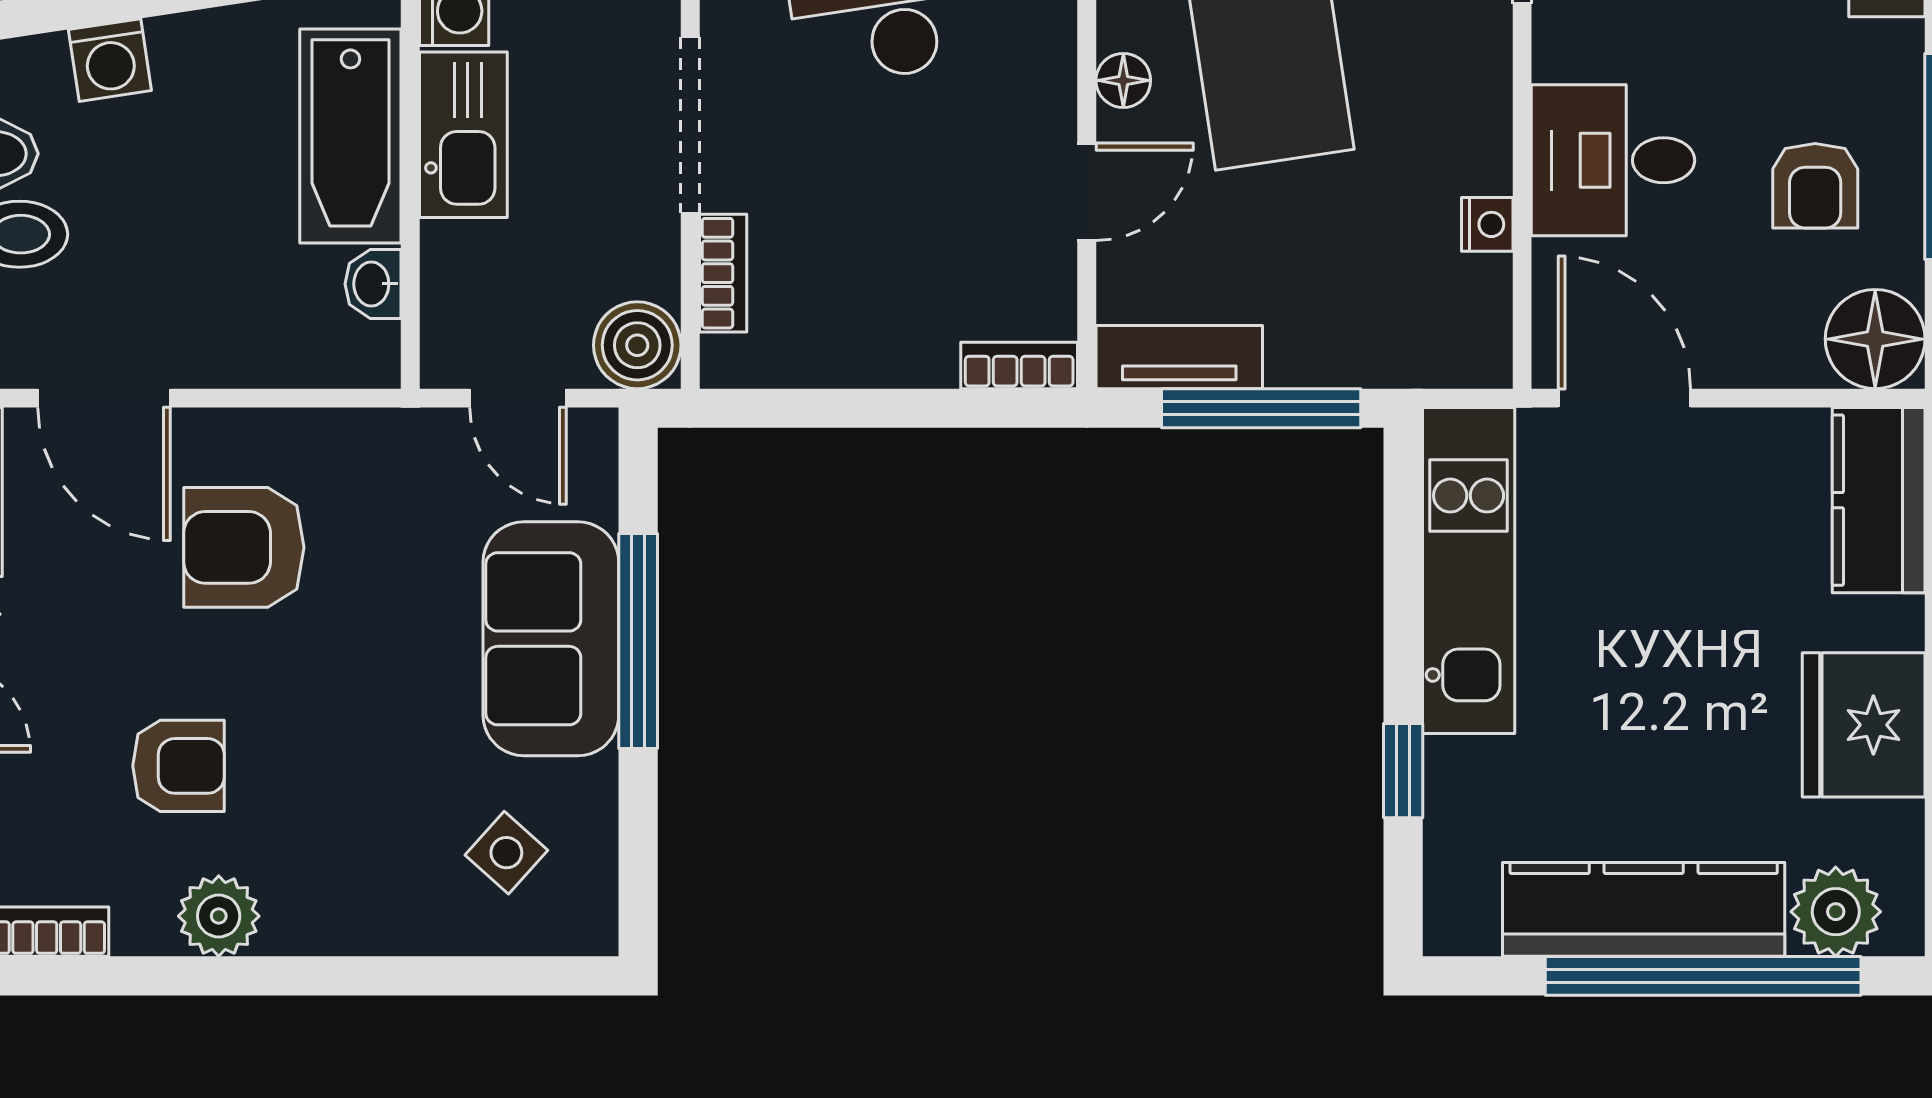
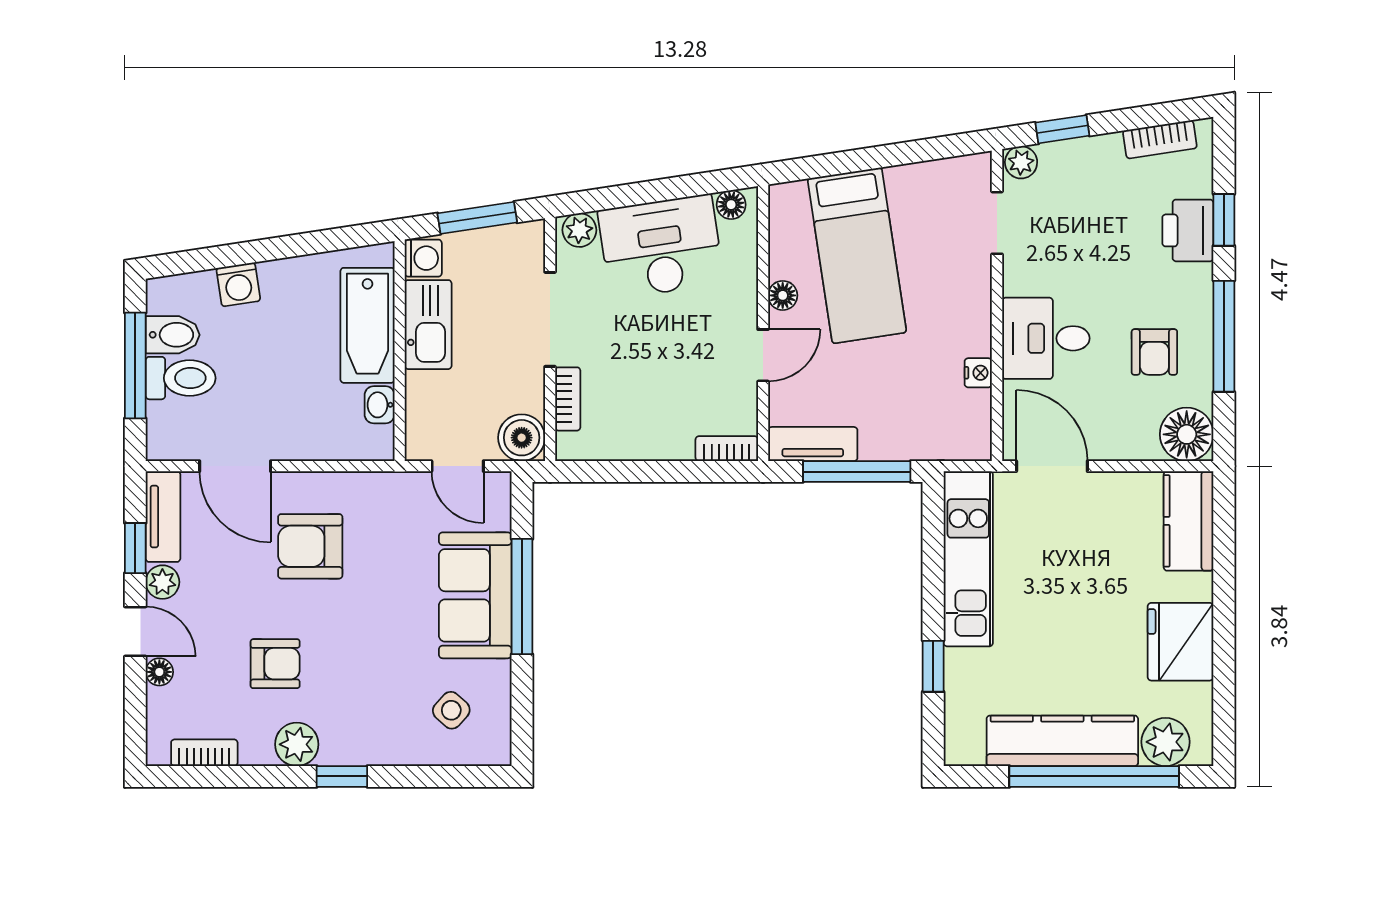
window: (303, 976) -> (342, 776), added

